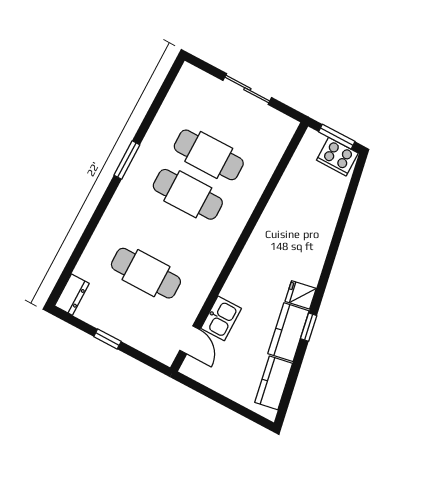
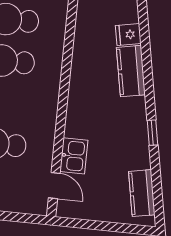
fridge: (301, 295) -> (128, 34), moved
kitchen counter: (288, 332) -> (131, 71), moved

